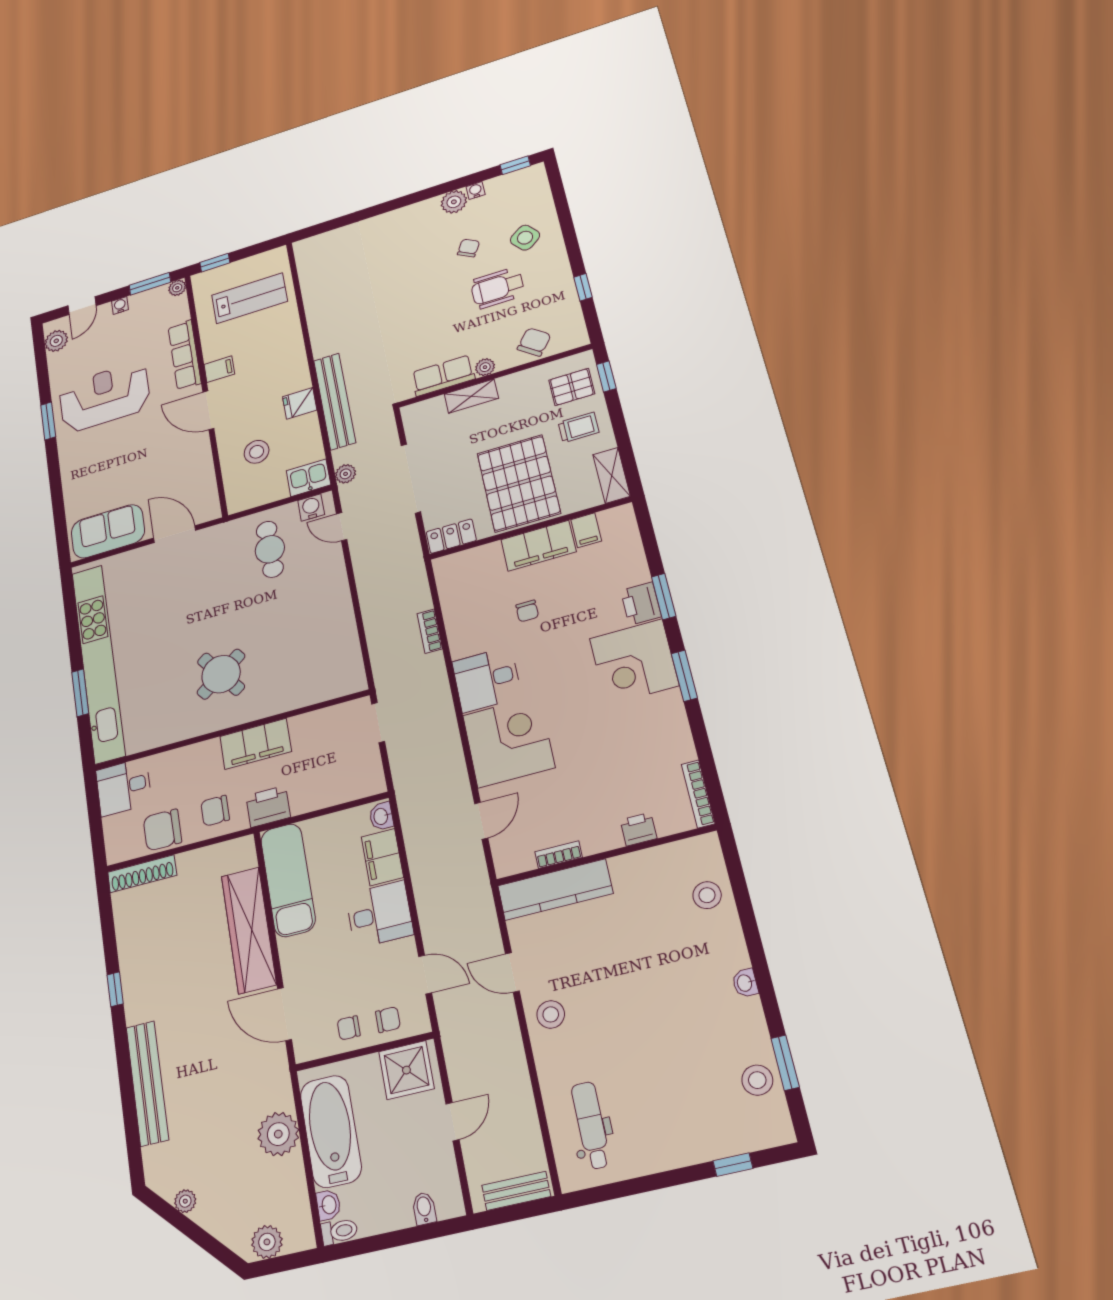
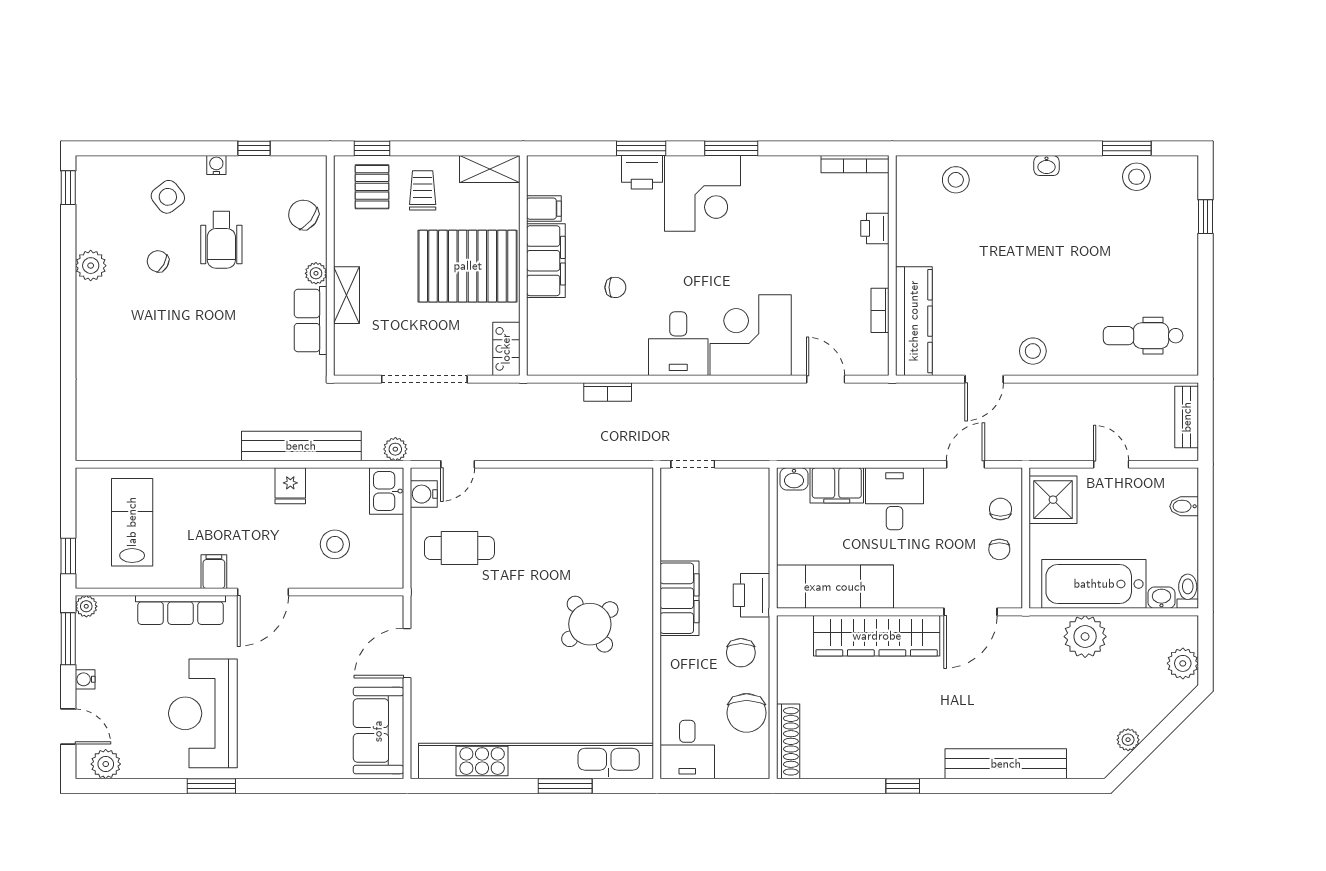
water cooler: (476, 191) -> (216, 165), moved, turned 90

